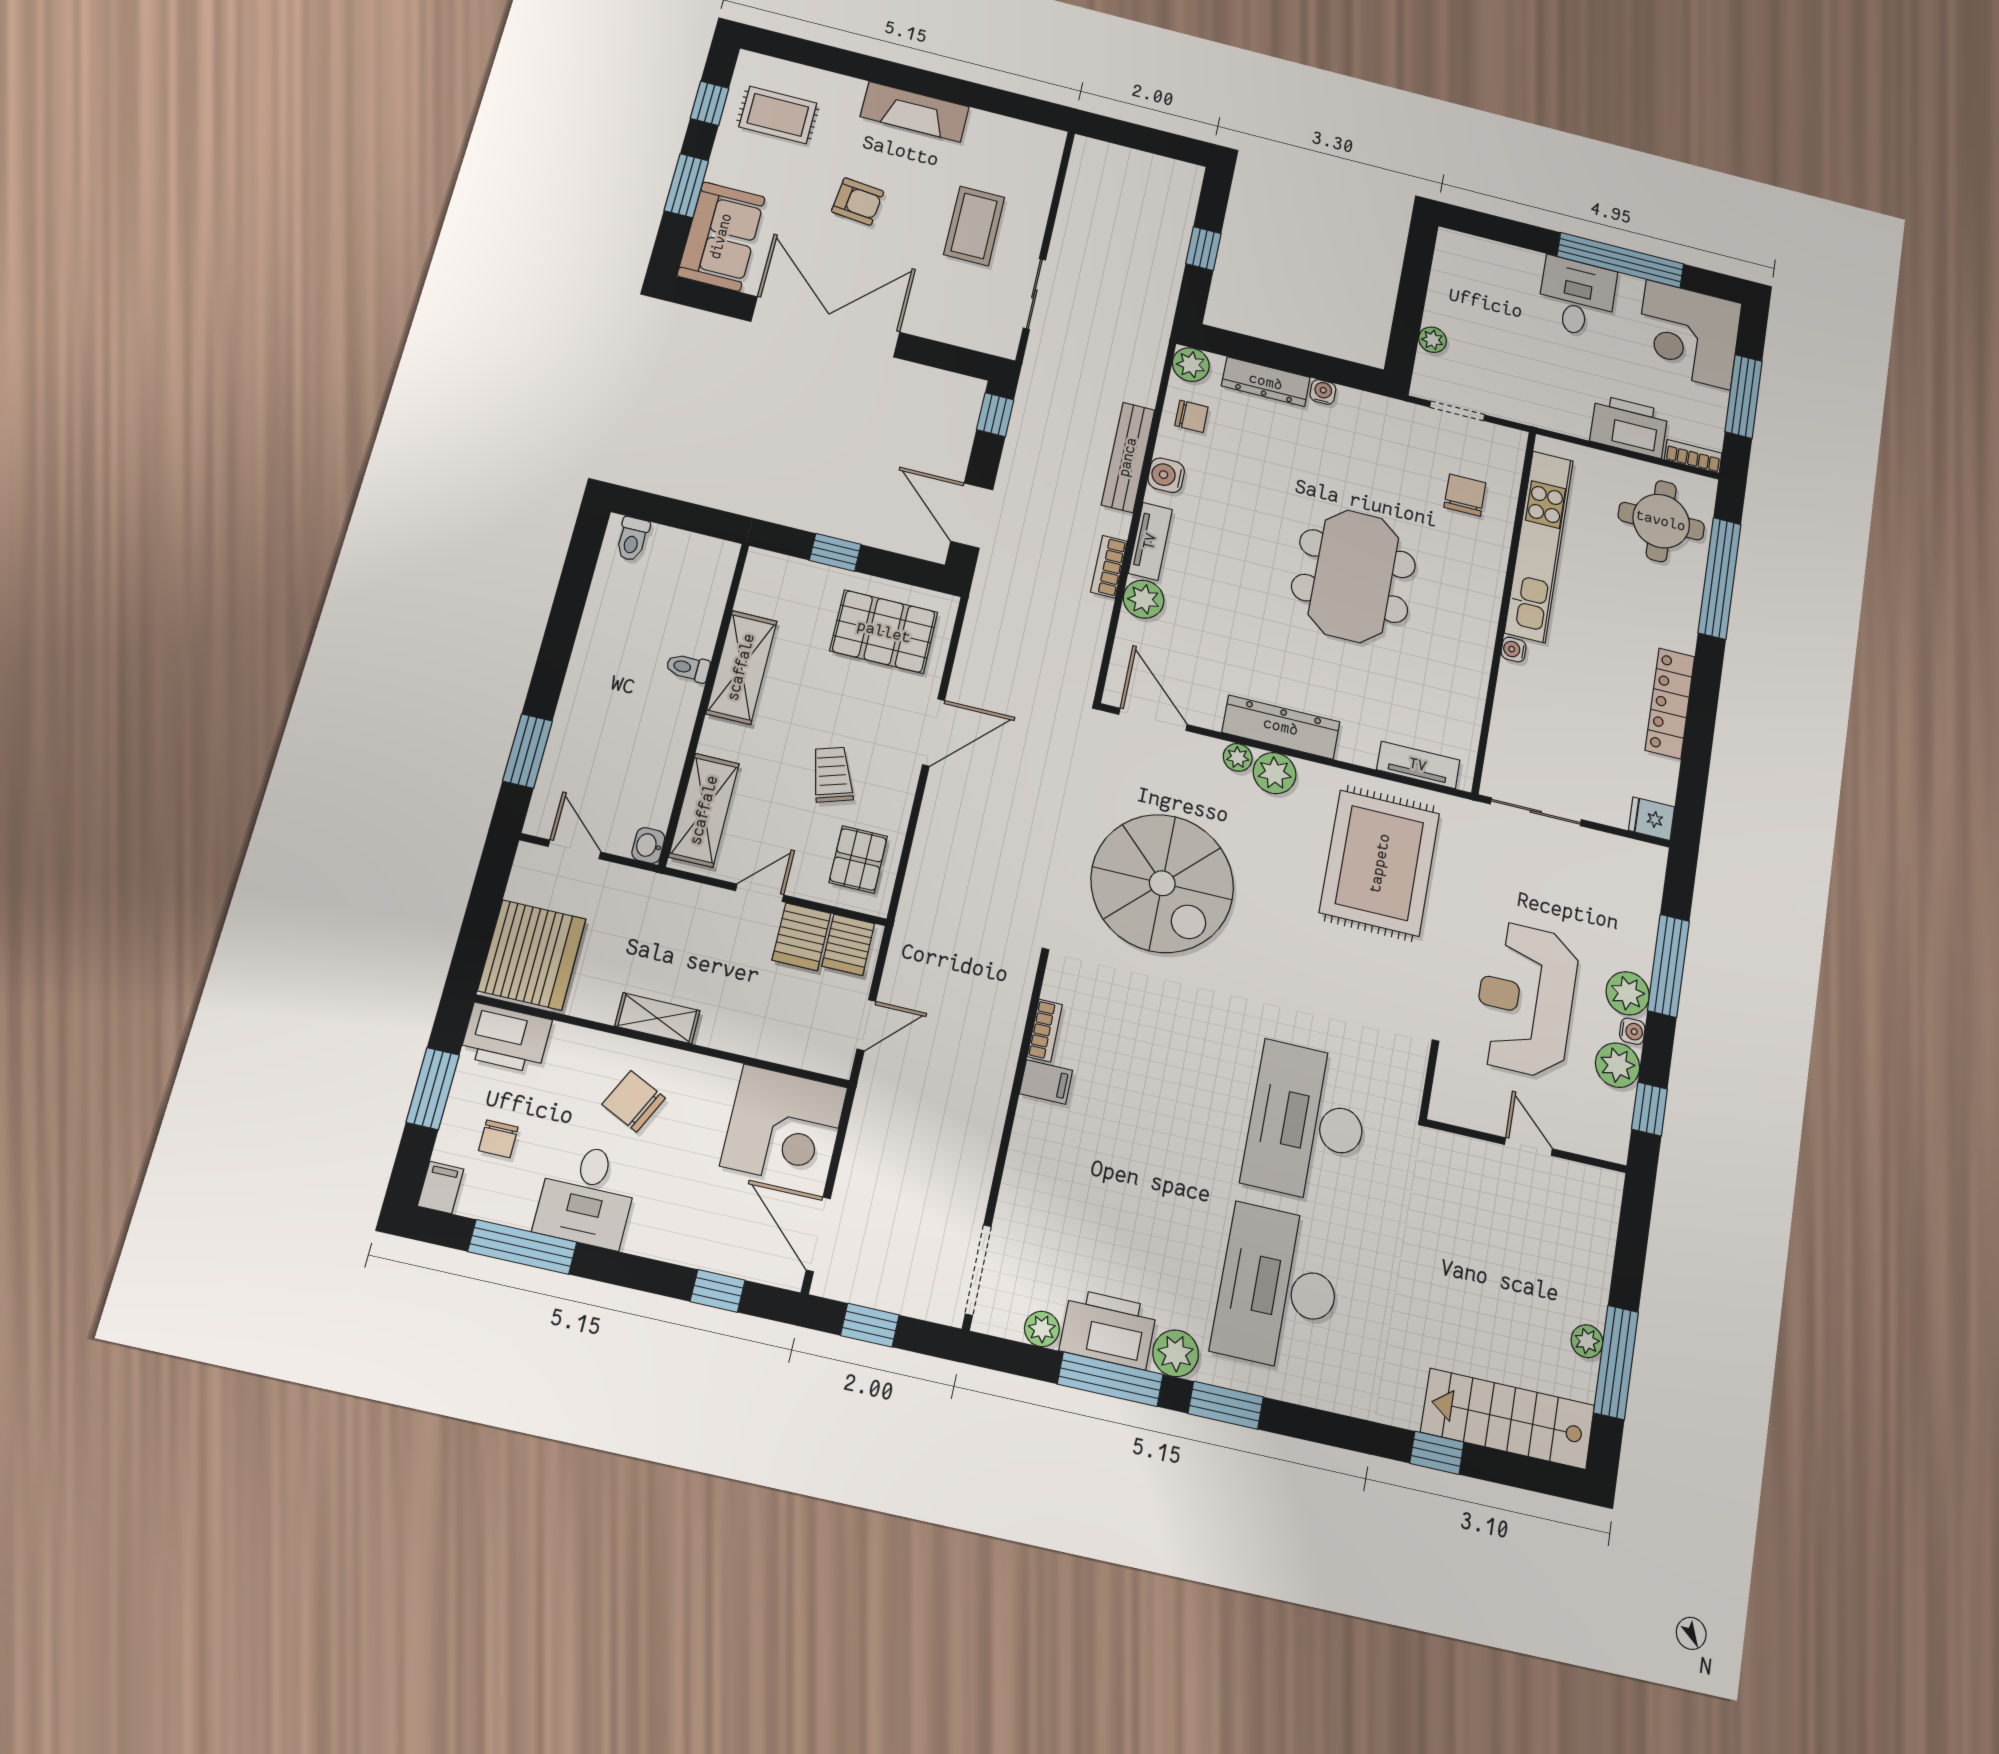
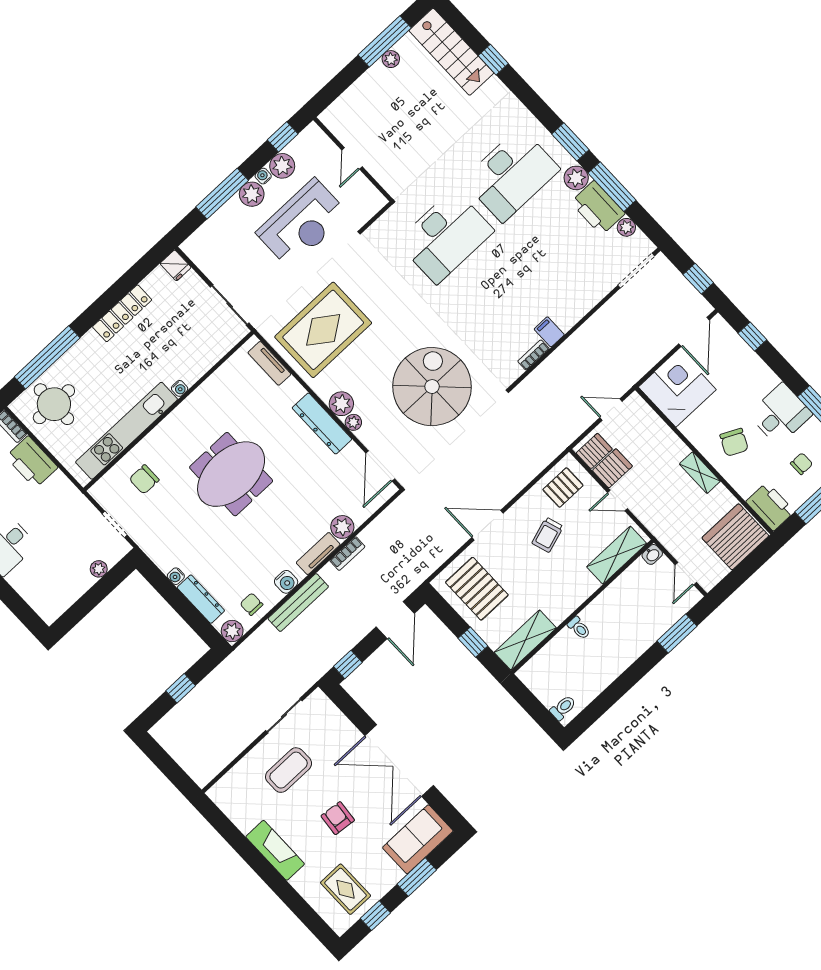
shelving: (741, 667) -> (525, 640), moved

